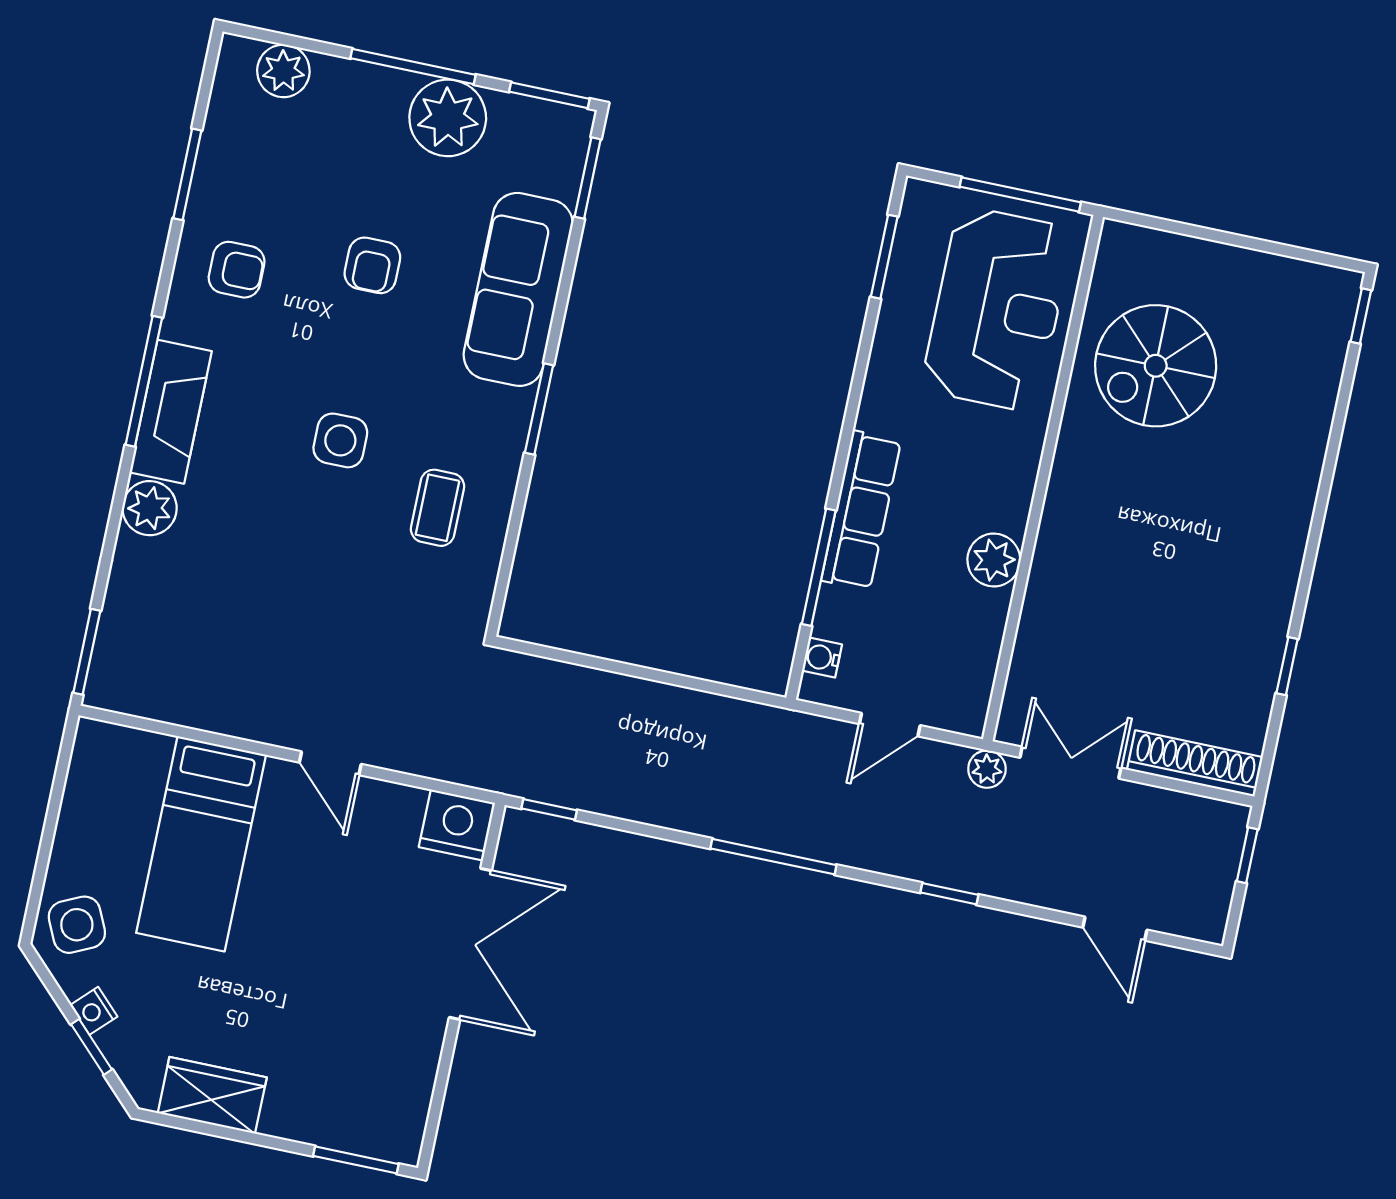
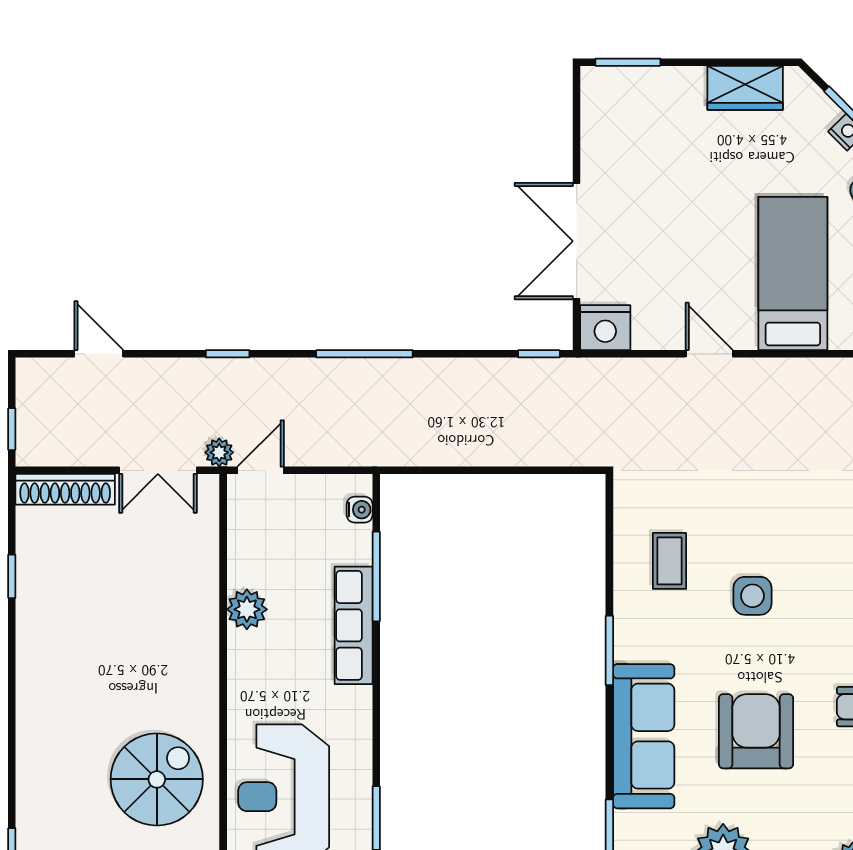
armchair: (372, 265) -> (756, 731), width x1.88, depth x1.88
door: (890, 725) -> (261, 470), moved

